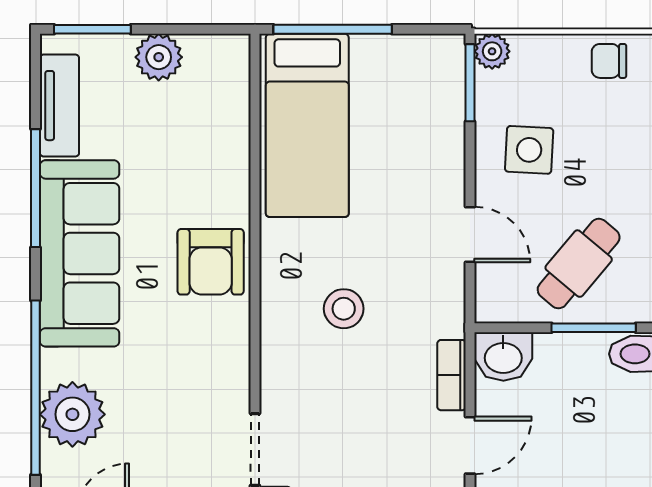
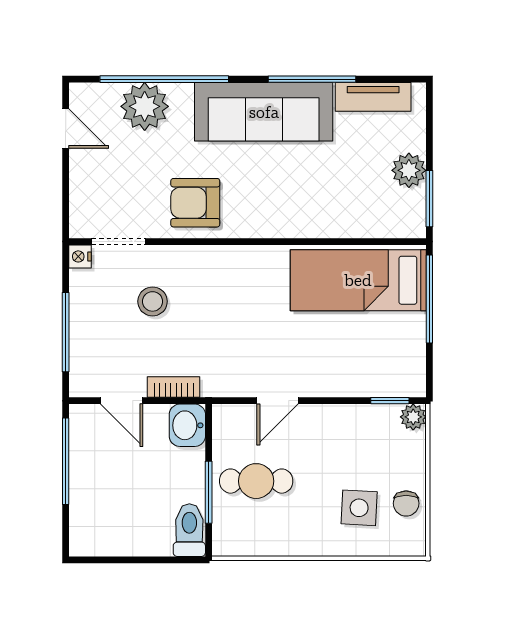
window: (92, 29) -> (429, 199), moved
chair: (609, 61) -> (406, 503), turned 180
window: (470, 83) -> (390, 401), width x0.67
side table: (529, 150) -> (359, 508), moved
armchair: (211, 262) -> (195, 203), moved
cafe table: (579, 264) -> (256, 481), turned -40
stool: (344, 309) -> (153, 301), moved

